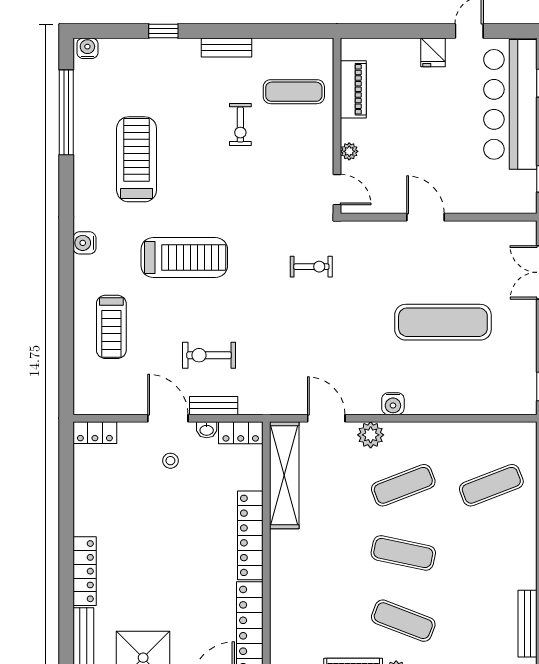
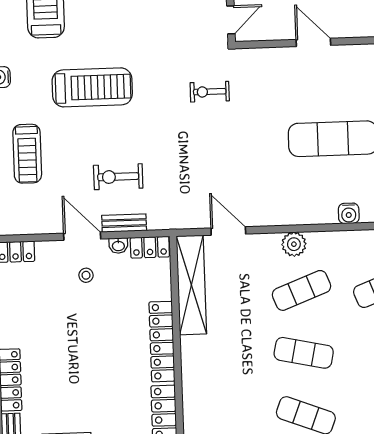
door: (337, 190) -> (231, 20), hinge flipped
exercise bike: (311, 267) -> (210, 92), turned 180
water cooler: (393, 404) -> (349, 213), moved
plant: (371, 435) -> (294, 244), moved

